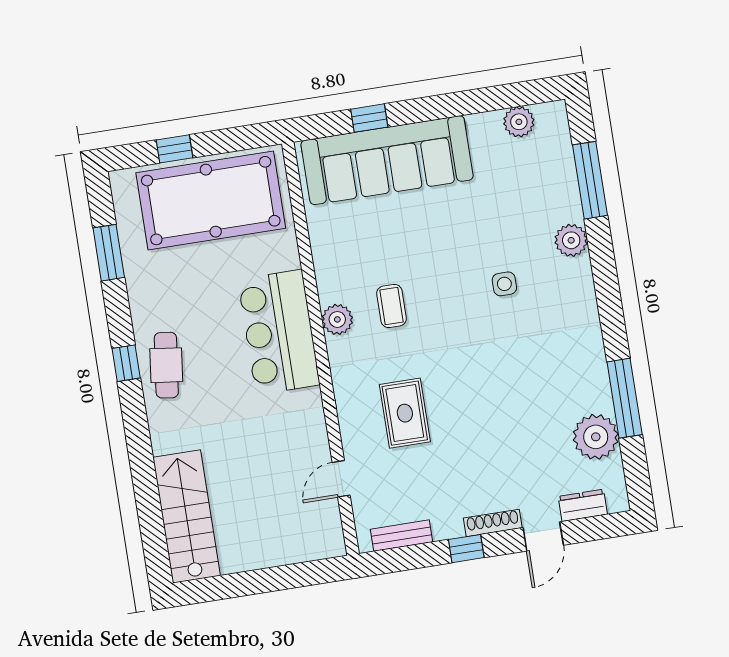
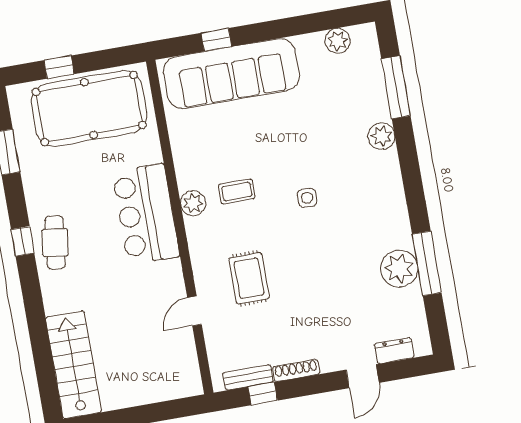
side table: (504, 284) -> (307, 198), moved
coffee table: (391, 306) -> (237, 192), turned 90
plant: (596, 437) -> (399, 269), moved
door: (341, 479) -> (194, 311), moved
shoe rack: (493, 523) -> (296, 370), moved
window: (466, 549) -> (263, 394), moved

